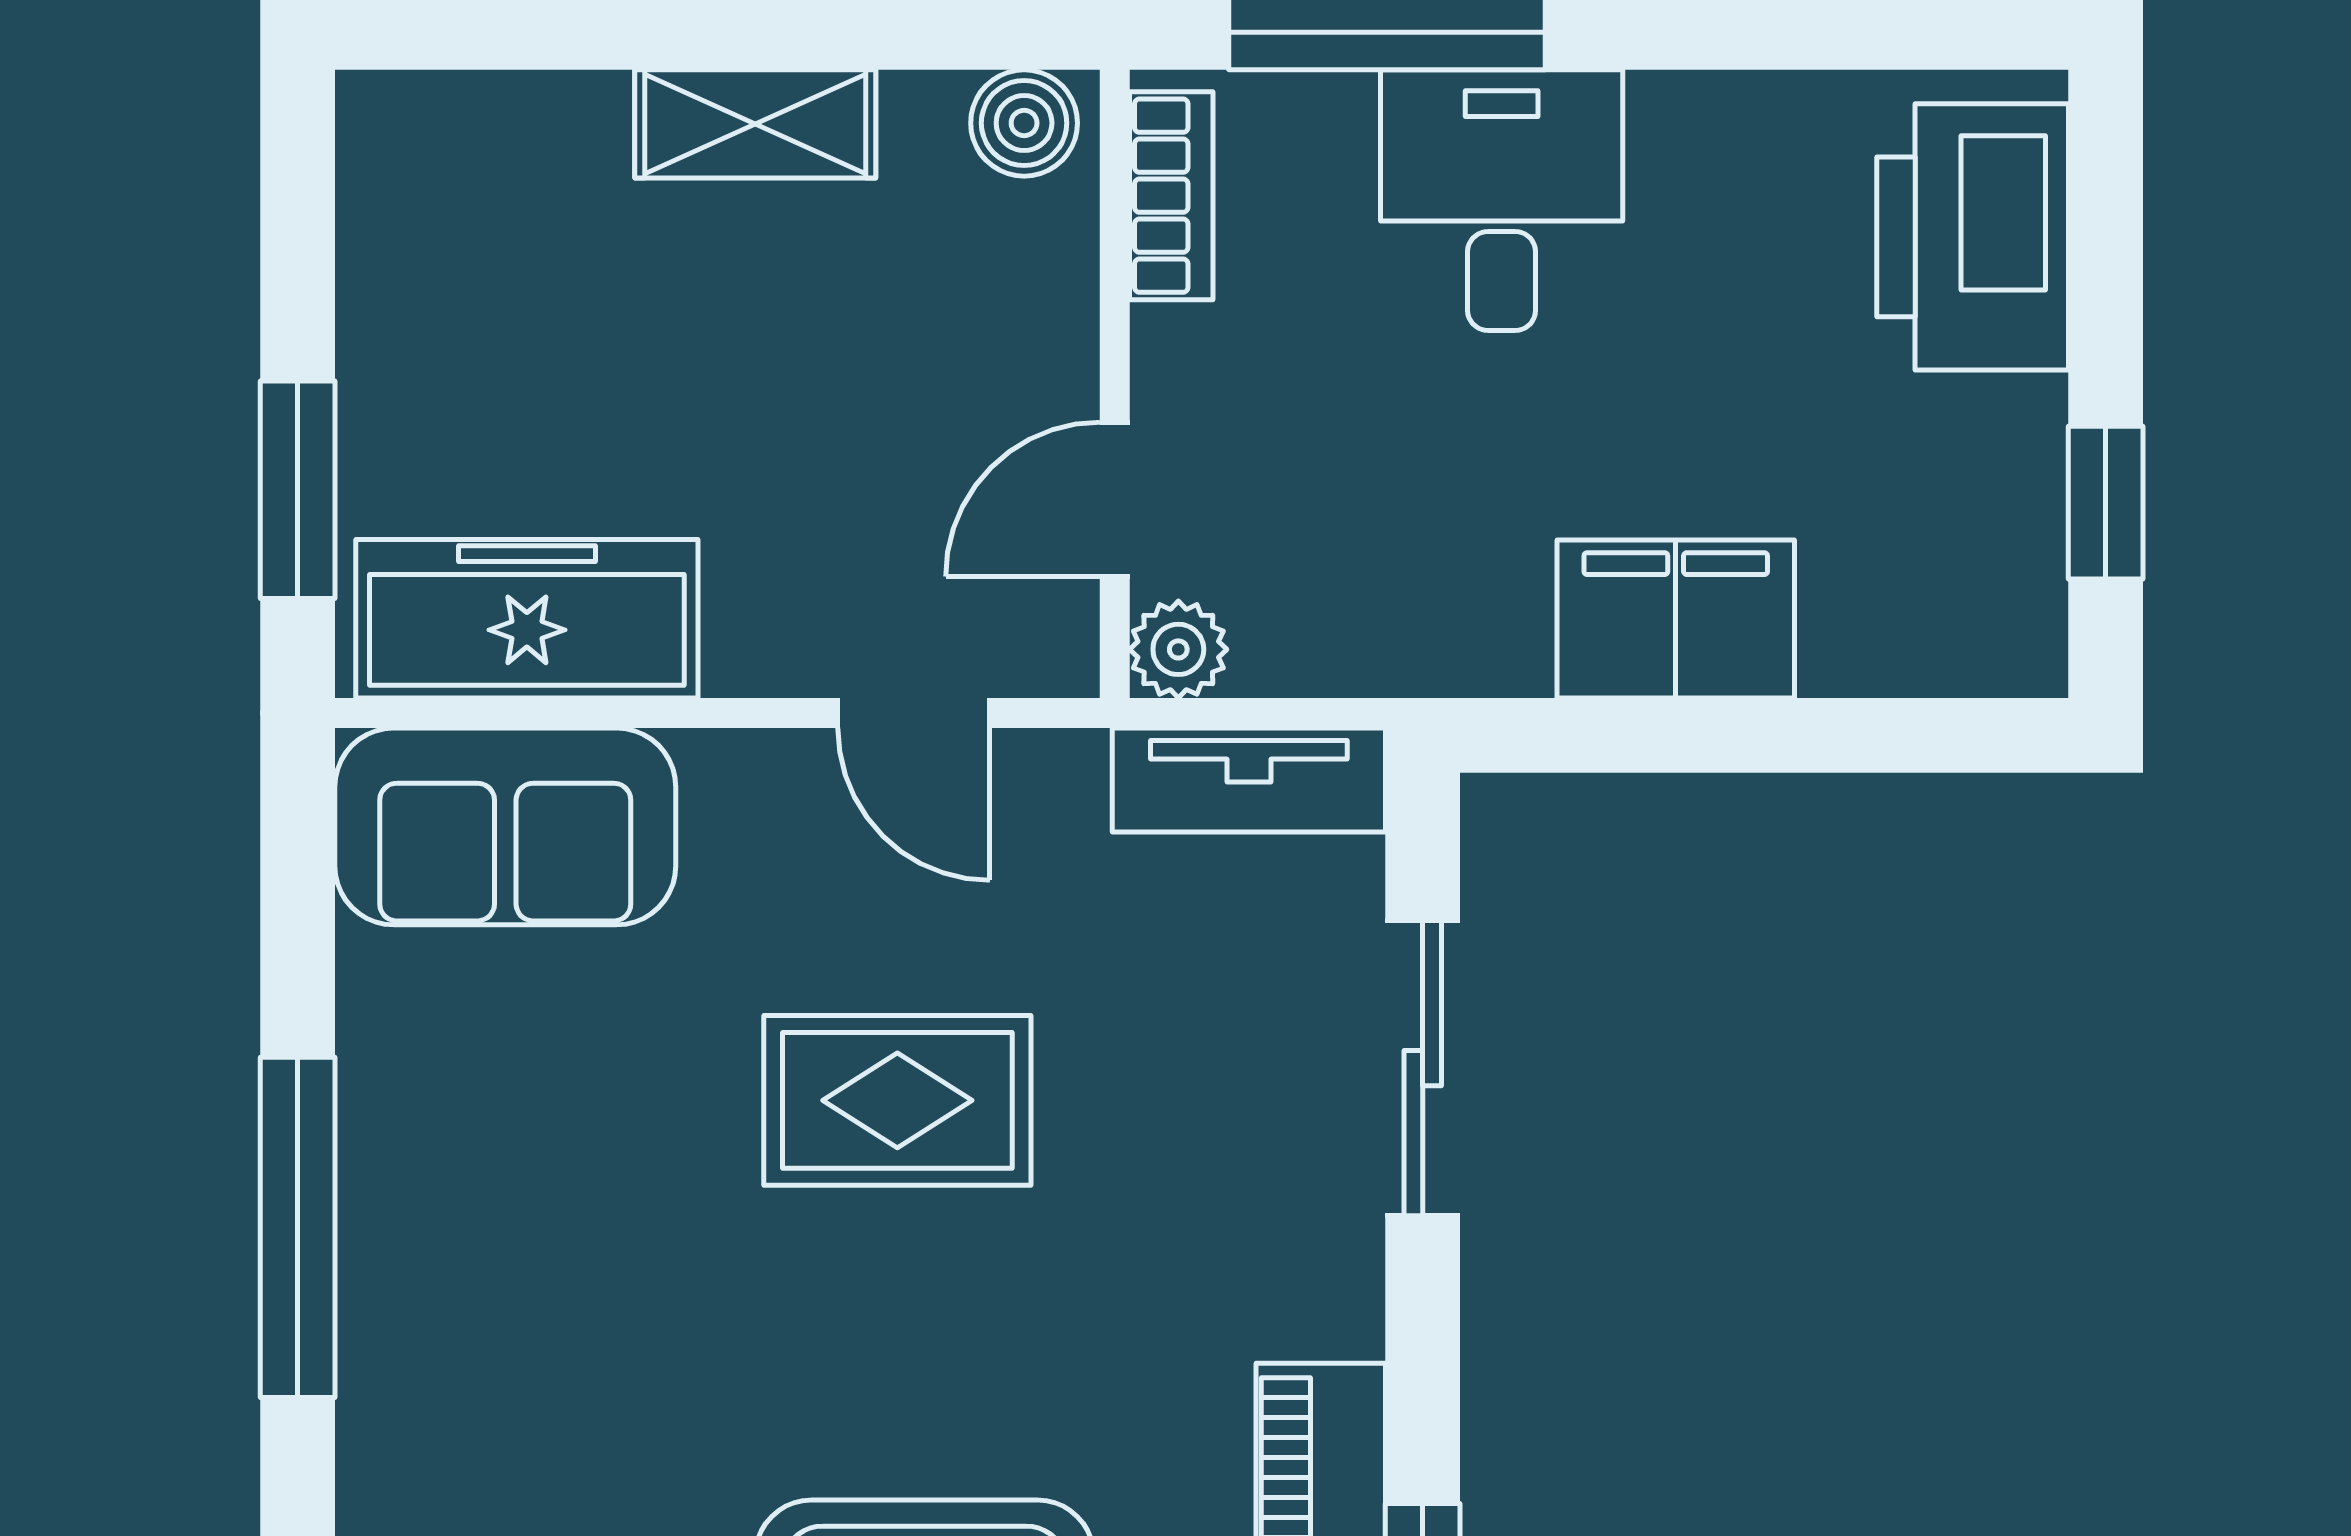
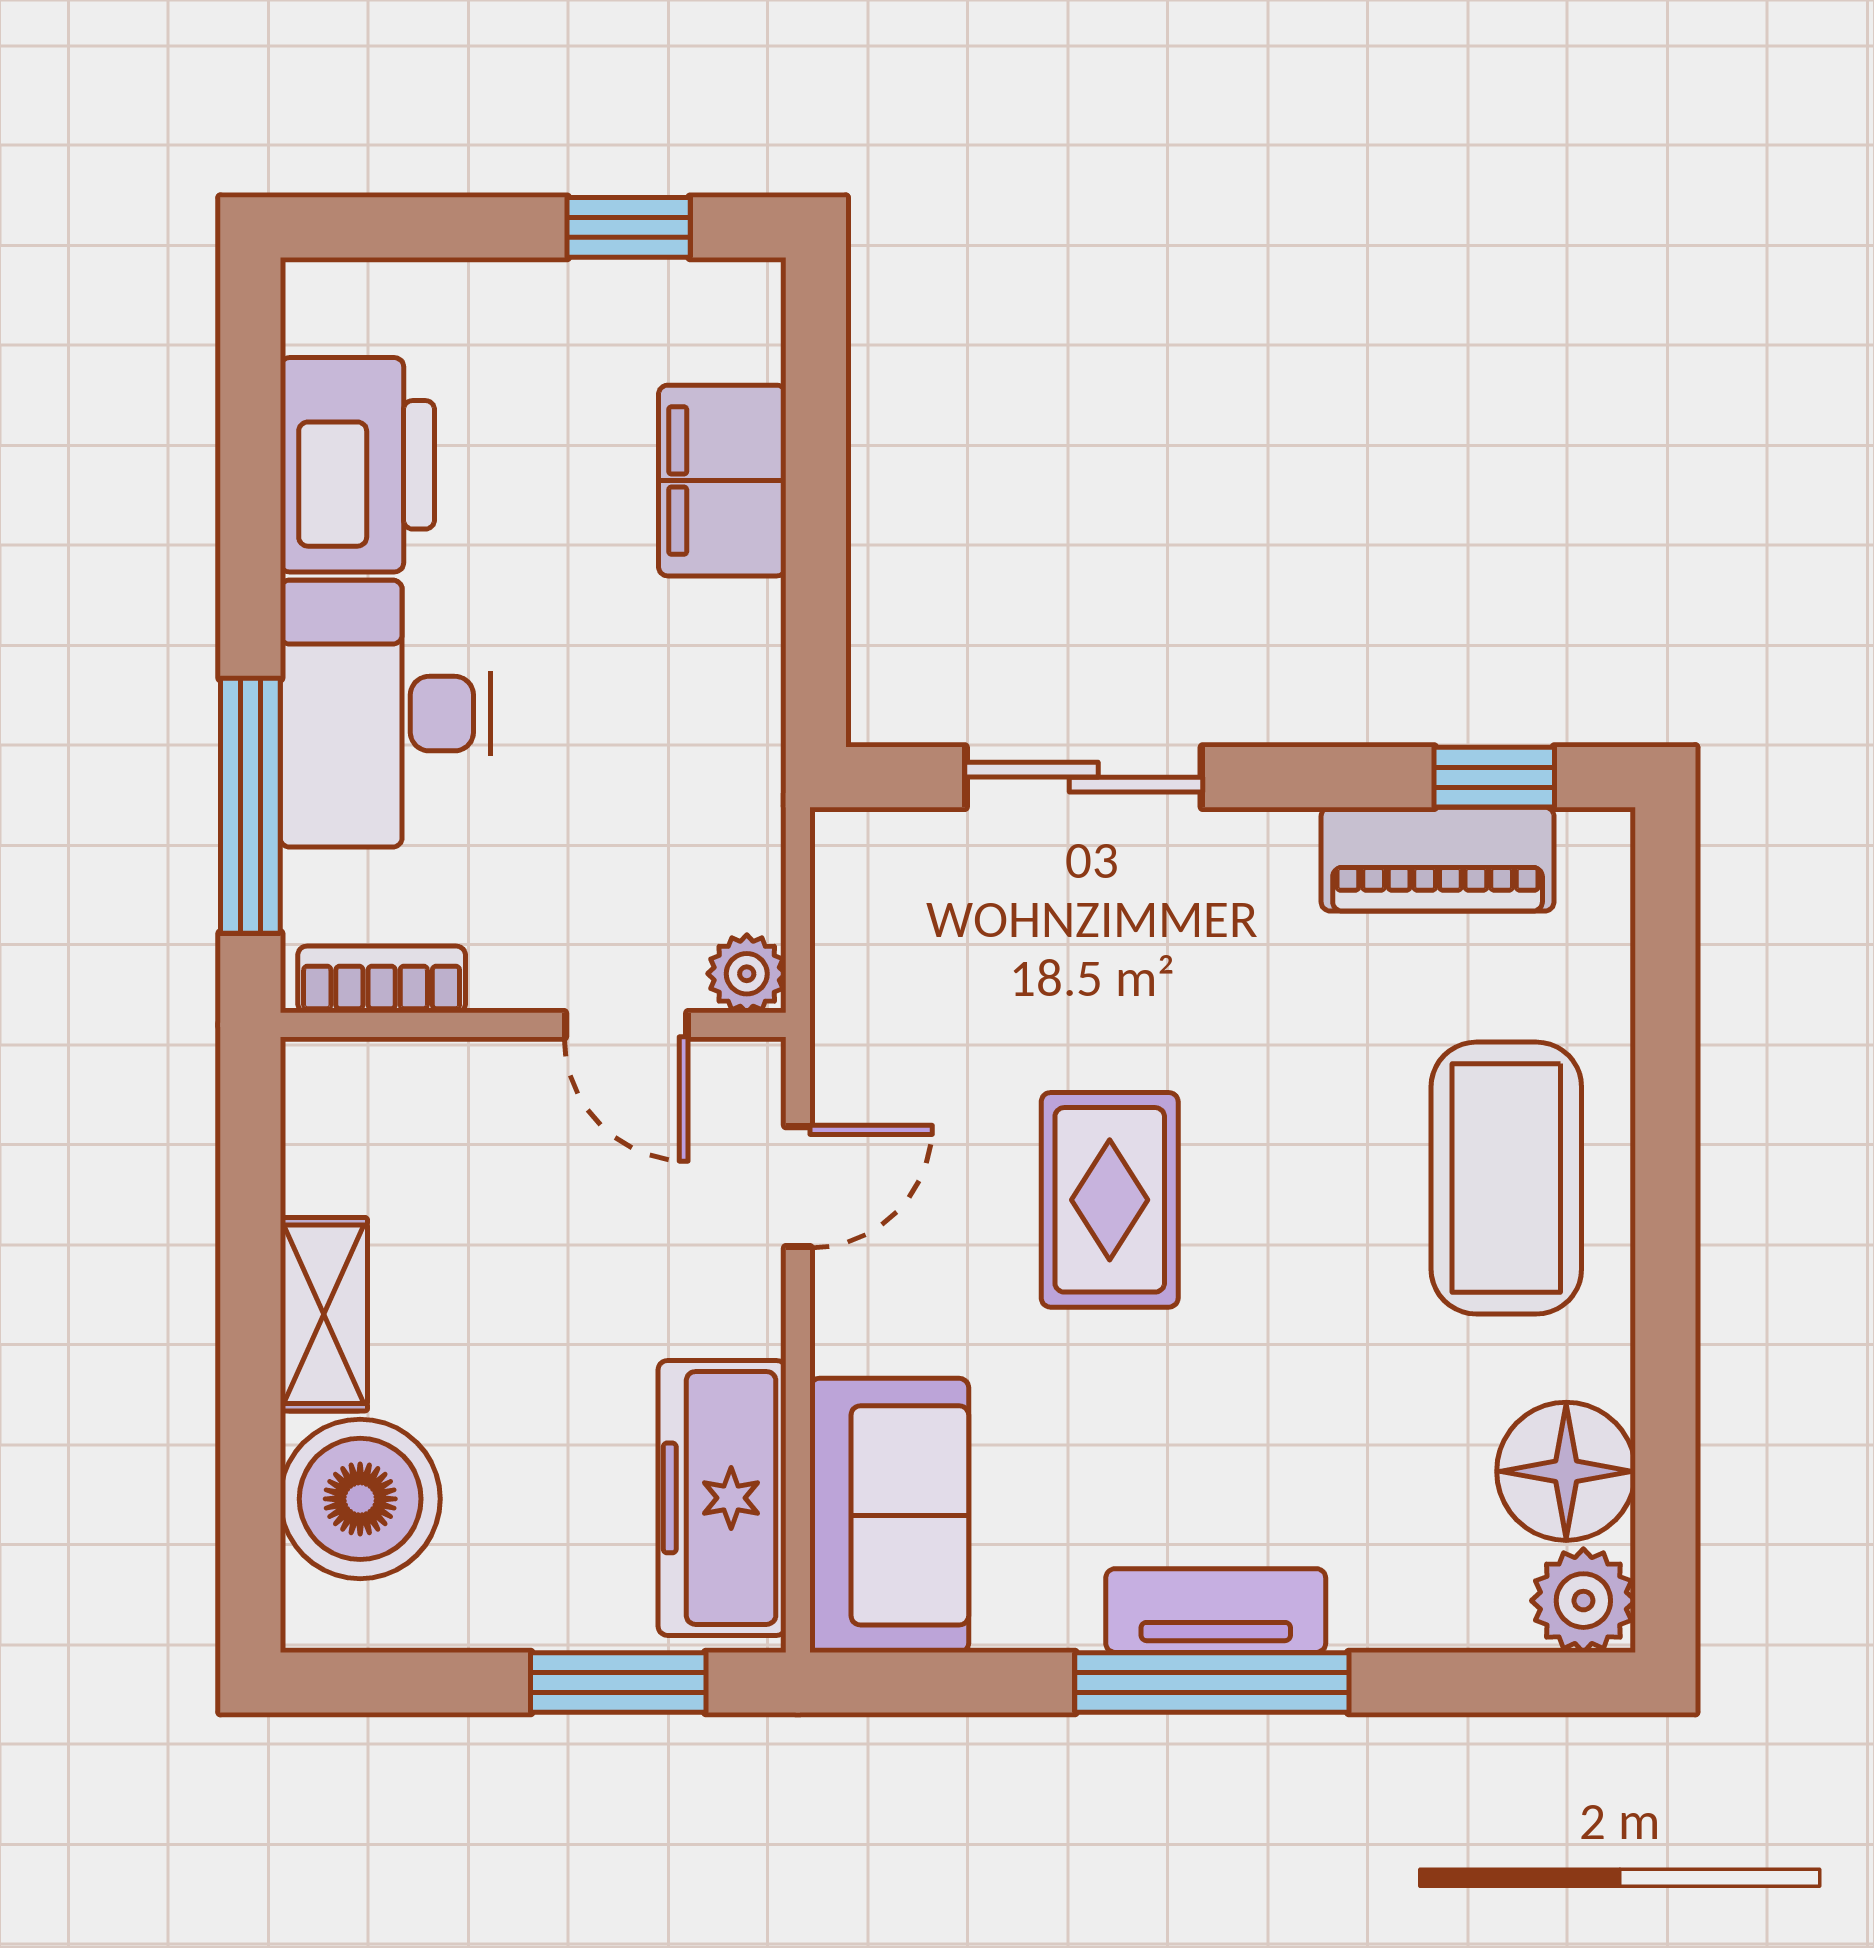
boiler: (1024, 123) -> (360, 1499), moved, width x1.86, depth x1.86
desk: (1502, 200) -> (385, 714), width x1.37
printer: (1973, 237) -> (357, 465), moved, turned -90
filing cabinet: (1676, 619) -> (722, 481), moved
tv unit: (1249, 780) -> (1216, 1611), moved, turned -90

